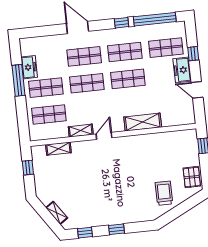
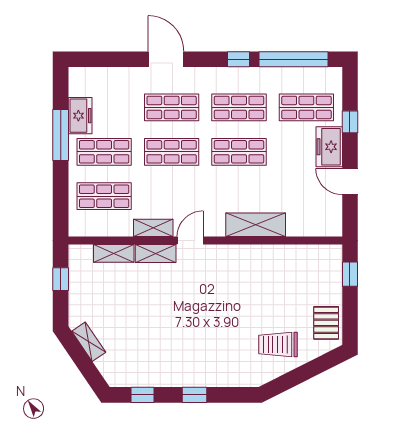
shelving: (84, 146) -> (156, 254), added
trolley: (164, 193) -> (278, 344), turned -90
shelving: (57, 213) -> (89, 342), moved

